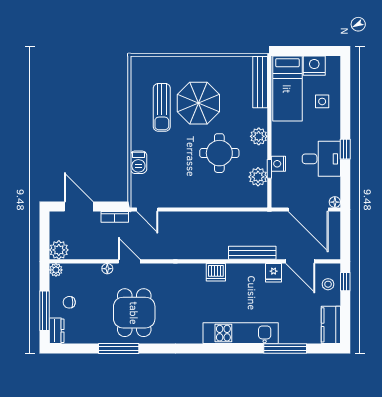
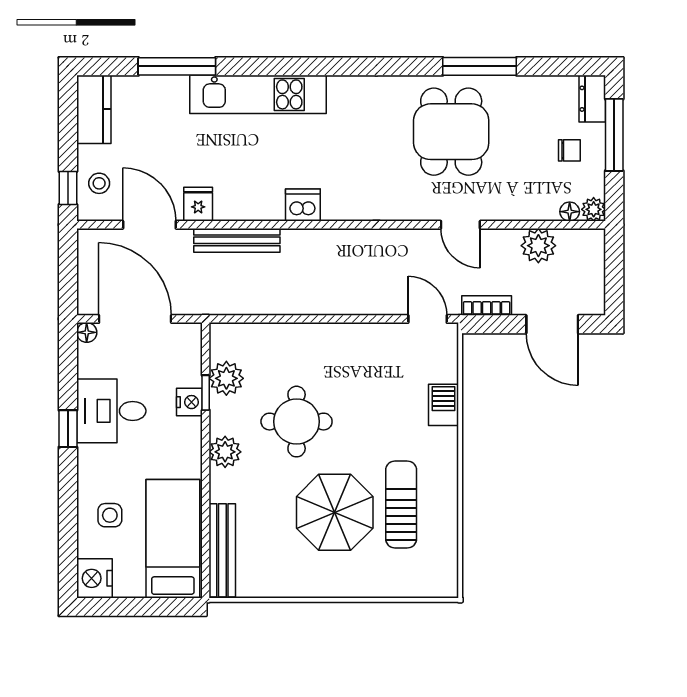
nightstand: (314, 66) -> (94, 578), moved, turned 90
plant: (59, 250) -> (538, 246), moved
floor lamp: (107, 269) -> (570, 212), moved

